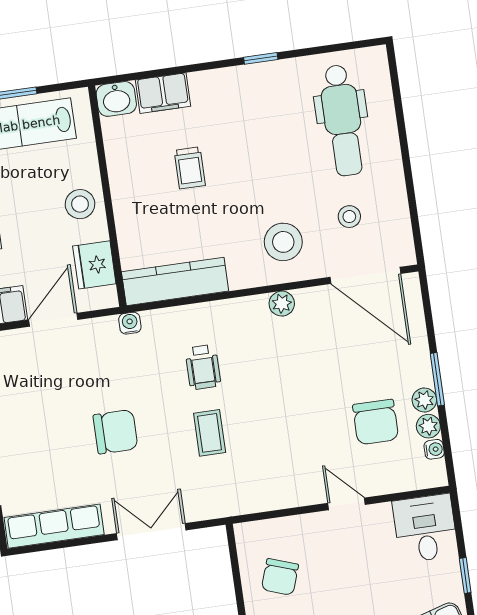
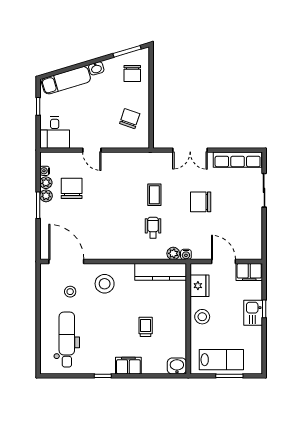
filing cabinet: (163, 93) -> (128, 366), moved
plant: (282, 304) -> (173, 253), moved
door: (53, 320) -> (224, 261), swing flipped

